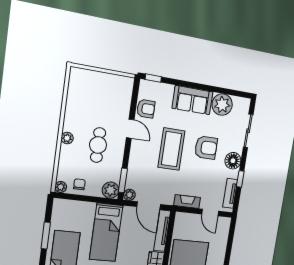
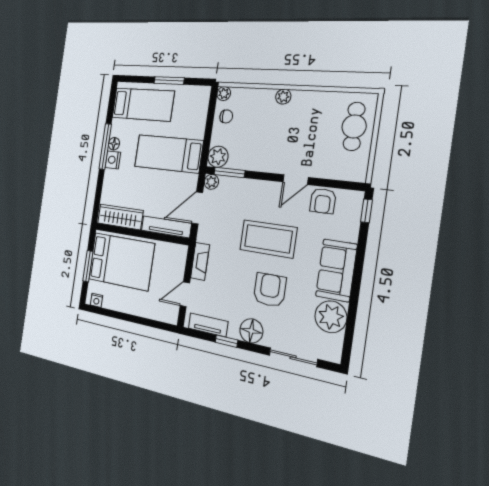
cafe table: (98, 145) -> (354, 126), moved, turned 90
armchair: (206, 148) -> (270, 290), turned 180

